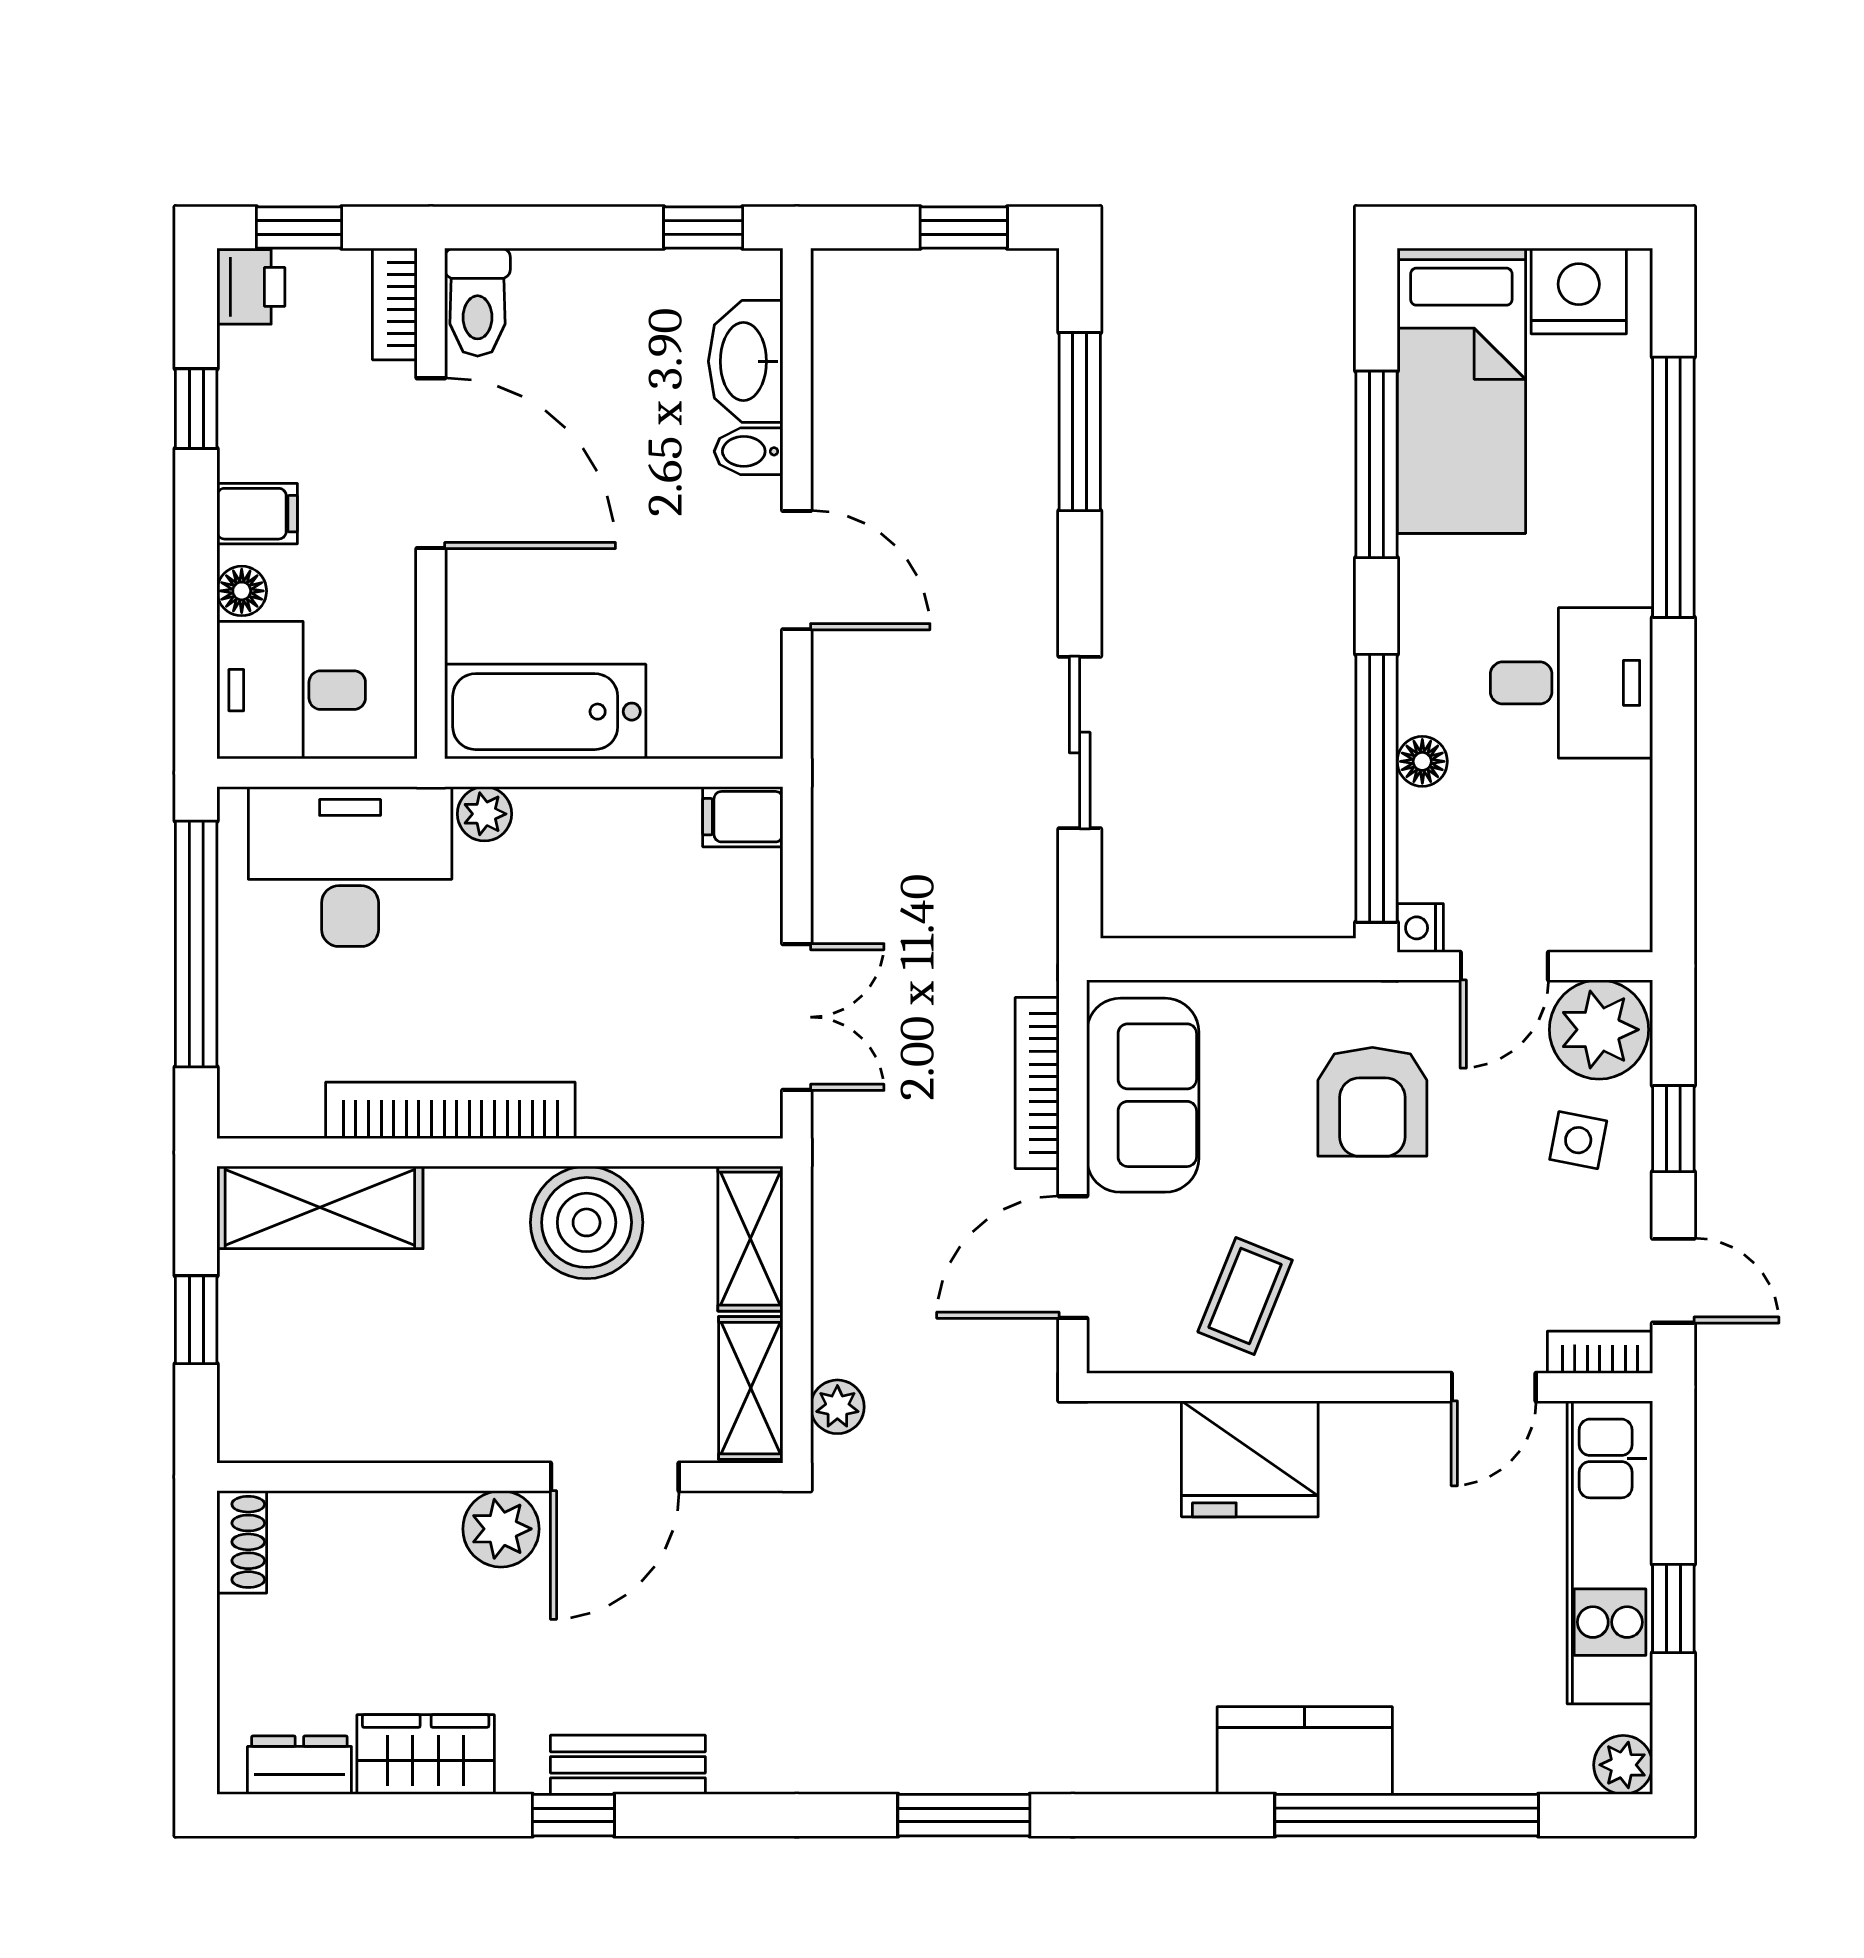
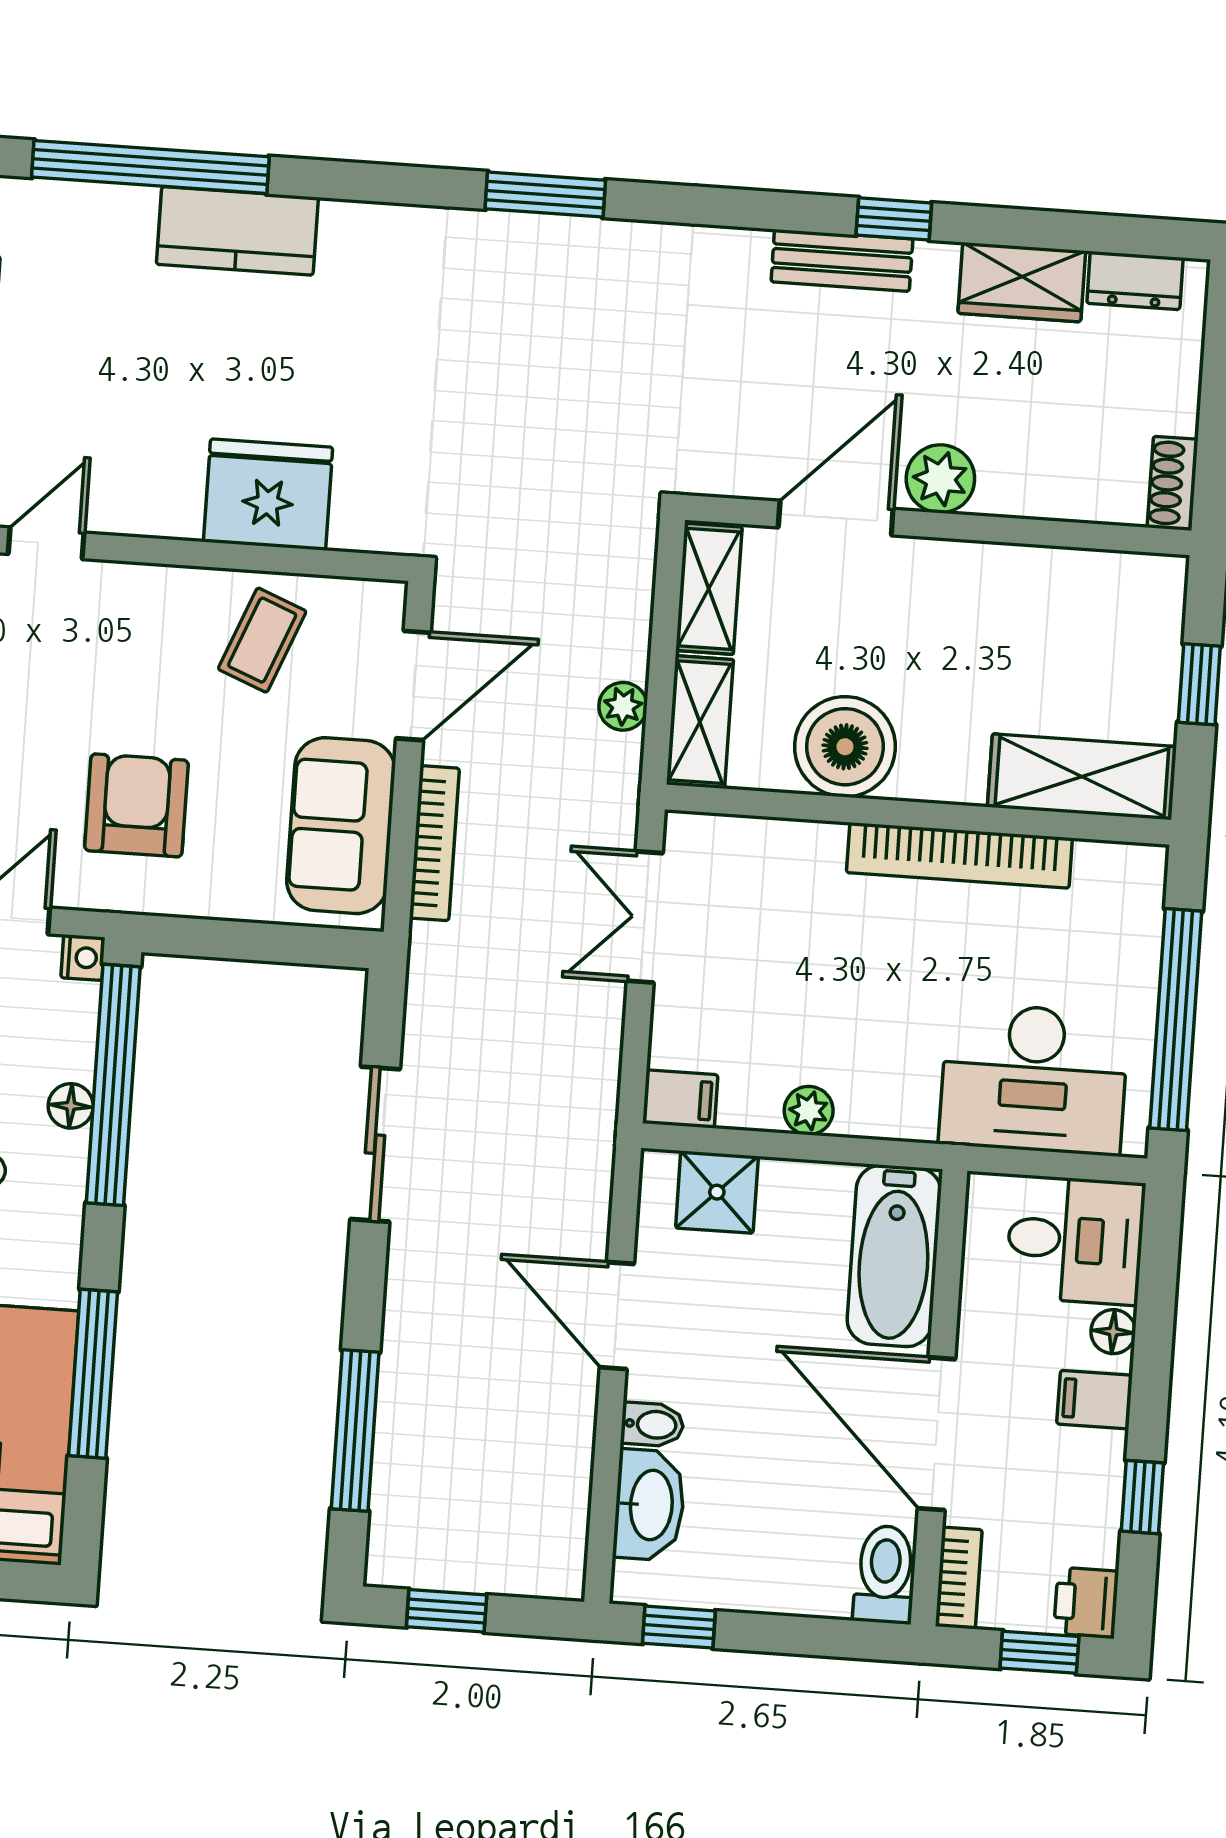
bathtub: (545, 712) -> (894, 1256), moved, turned 90
shower: (695, 716) -> (717, 1192), added
plant: (484, 814) -> (809, 1111), moved
plant: (837, 1407) -> (623, 706), moved

